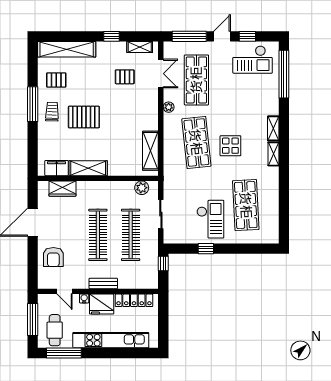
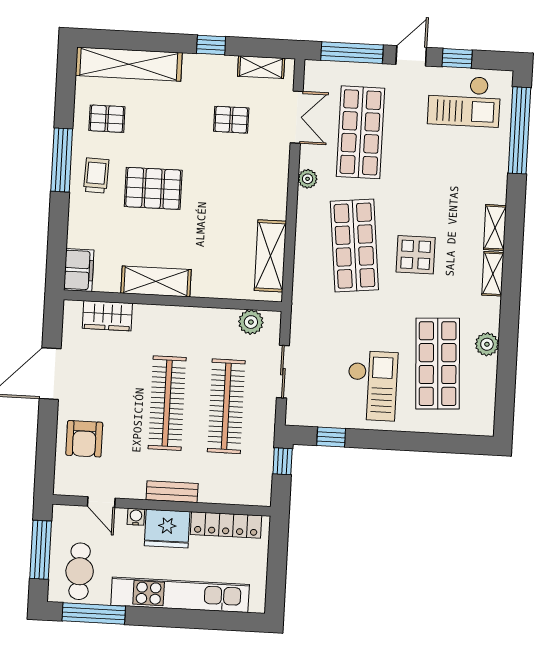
filing cabinet: (57, 168) -> (79, 270), moved, turned 90
plant: (272, 193) -> (487, 344), added
window: (206, 249) -> (331, 437), moved

